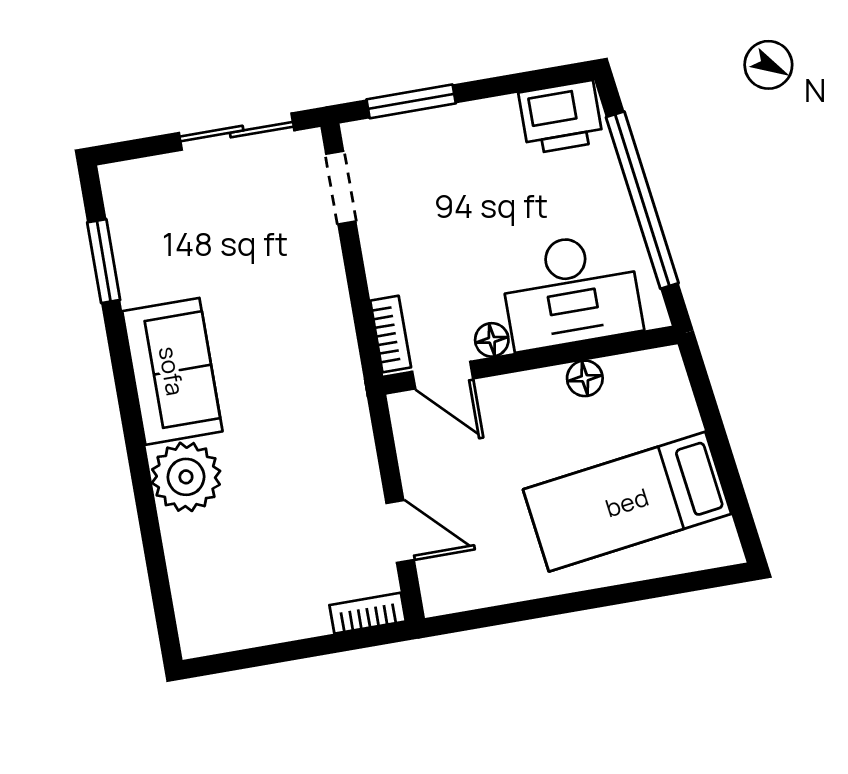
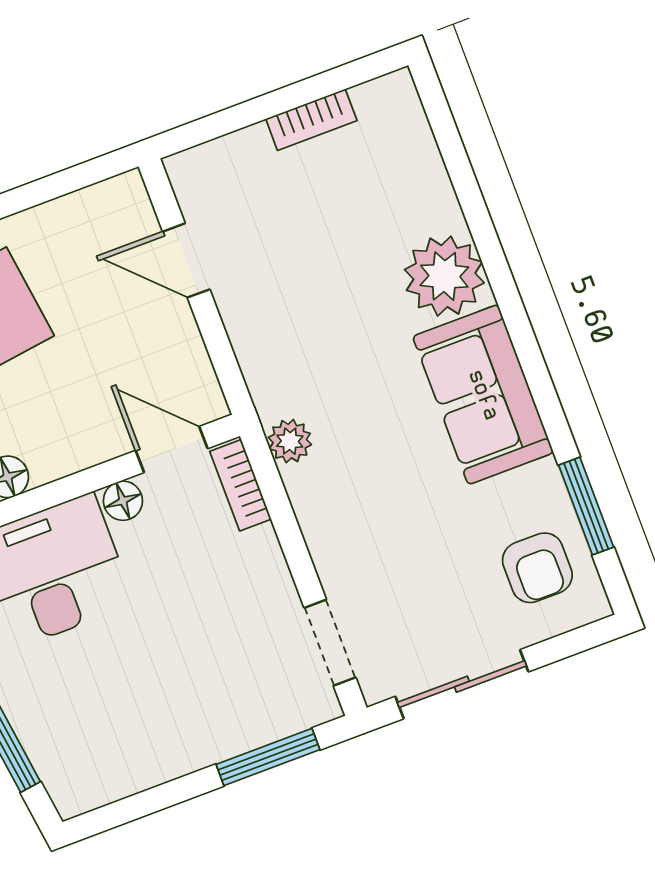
printer: (561, 117) -> (92, 772), removed
armchair: (155, 217) -> (537, 568), added
plant: (342, 363) -> (290, 441), added
bookcase: (368, 613) -> (311, 120), moved

